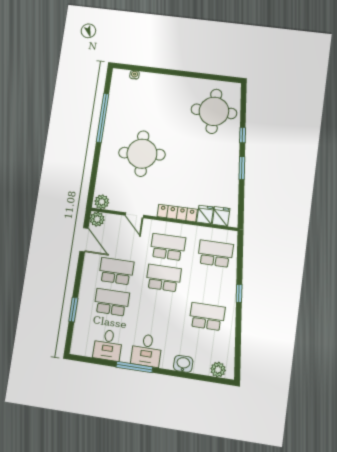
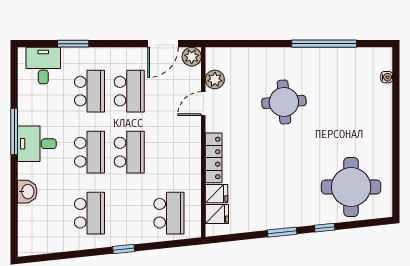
round table: (142, 154) -> (284, 102), width x0.73, depth x0.73
plant: (102, 202) -> (215, 79), moved
school desk: (168, 247) -> (90, 152), moved
desk: (108, 345) -> (43, 66), moved, turned 90
plant: (218, 370) -> (27, 235), removed

